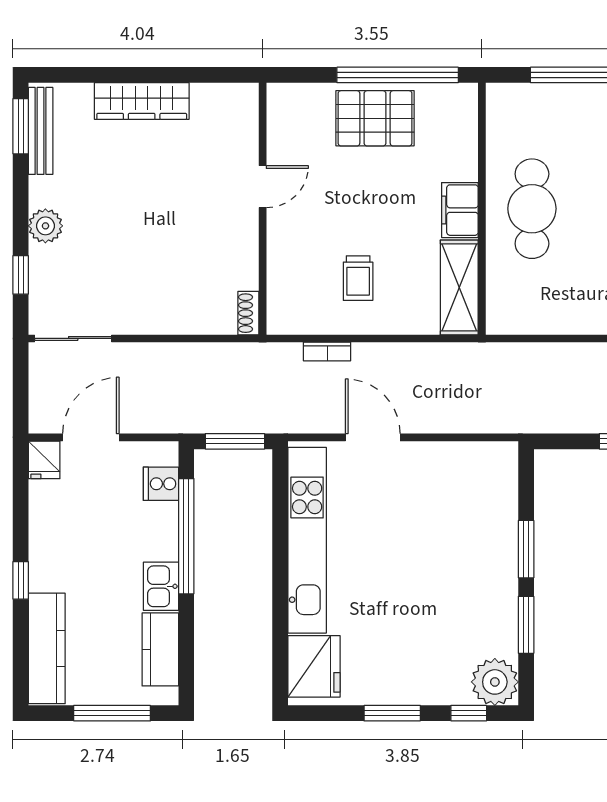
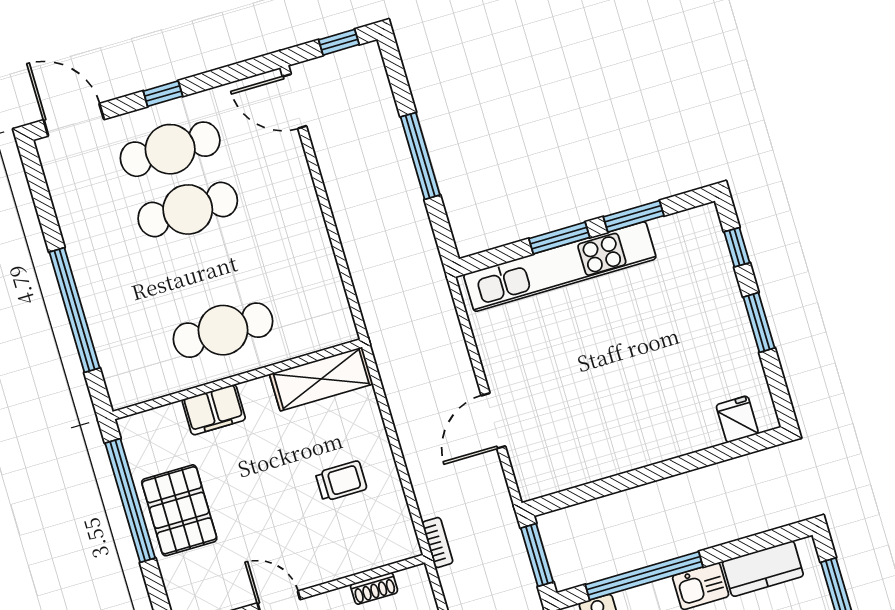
filing cabinet: (460, 210) -> (214, 410), moved
shoe rack: (248, 313) -> (374, 588), moved
bookcase: (327, 352) -> (438, 543), moved
kitchen unit: (307, 540) -> (560, 267), moved, turned 180
fridge: (314, 666) -> (737, 419), width x0.53, depth x0.75
plant: (495, 682) -> (699, 231), removed

